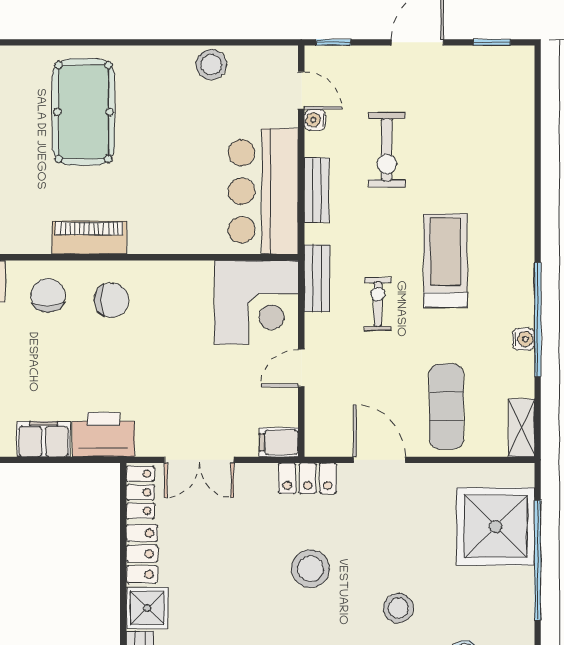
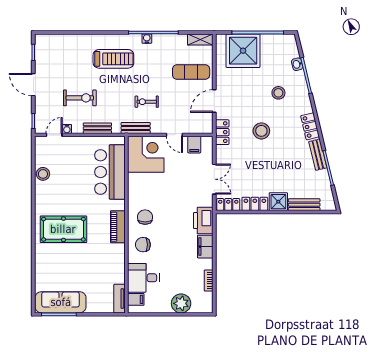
bar counter: (263, 191) -> (110, 172), moved, turned 90
treadmill: (445, 261) -> (113, 59), moved, turned 180
water cooler: (524, 339) -> (147, 39), moved
filing cabinet: (279, 442) -> (194, 145), moved

